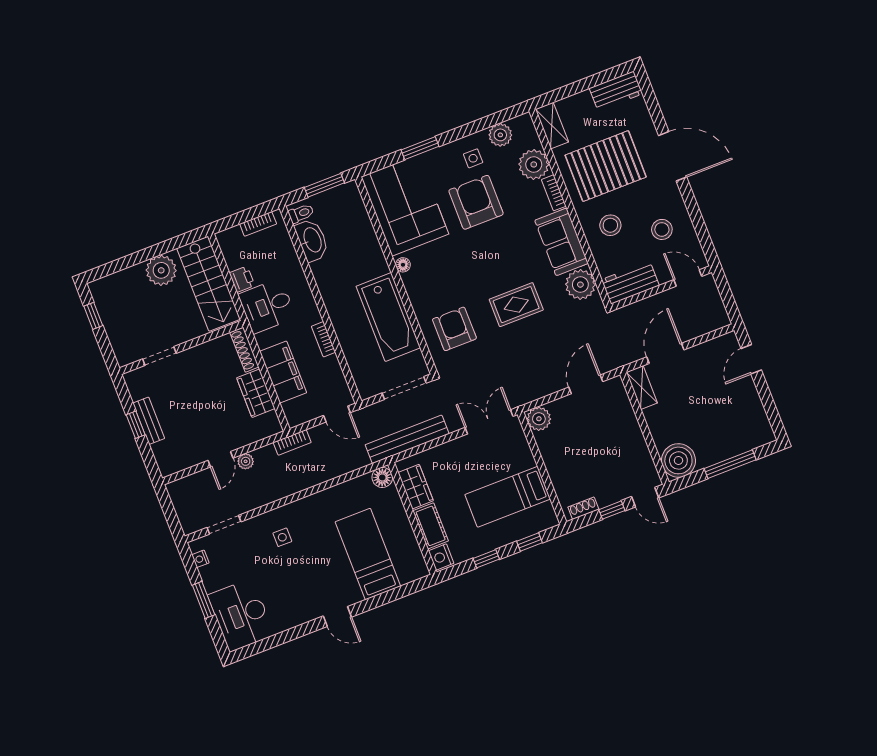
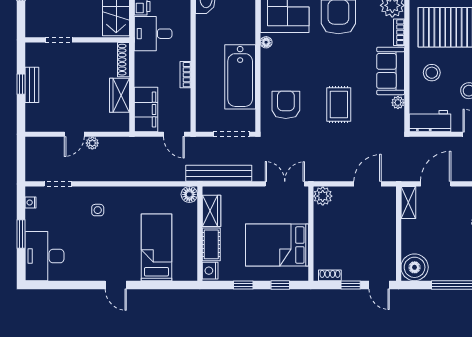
plant: (580, 285) -> (398, 103), width x0.53, depth x0.53
rug: (516, 305) -> (339, 105), turned 90
filing cabinet: (283, 372) -> (146, 109), moved
bookcase: (292, 442) -> (132, 142), removed
bed: (508, 497) -> (277, 245), width x1.50

